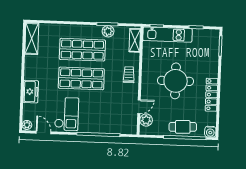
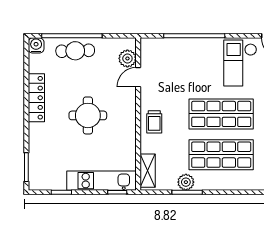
round table: (176, 81) -> (88, 115), width x0.73, depth x0.73

